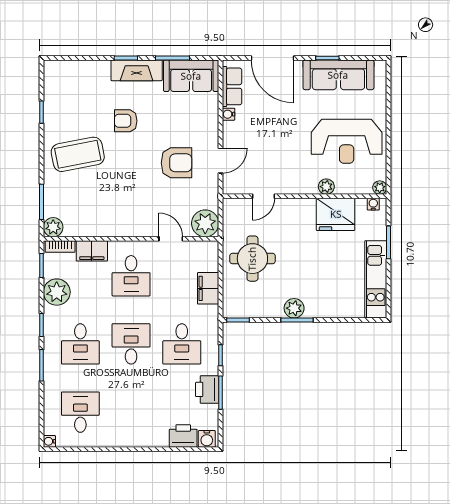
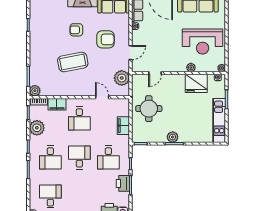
coffee table: (78, 154) -> (73, 62), moved
armchair: (177, 163) -> (105, 39), moved
plant: (205, 223) -> (122, 78), moved

